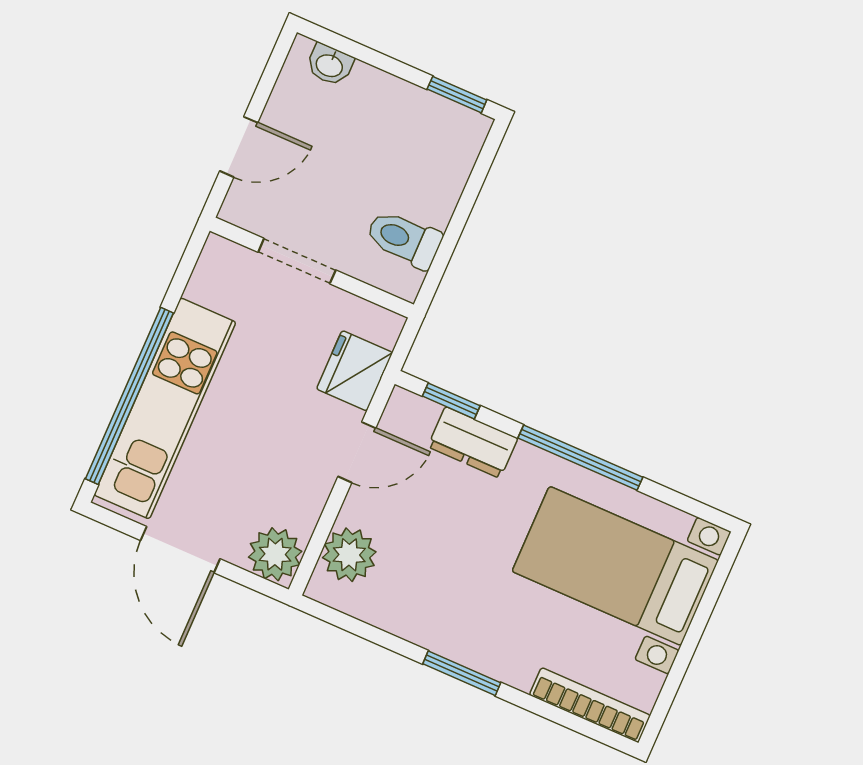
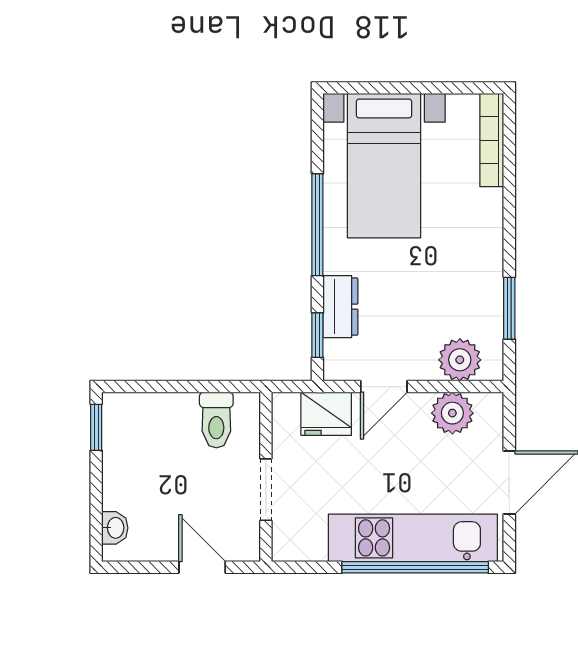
door: (357, 452) -> (384, 387), swing flipped
plant: (275, 554) -> (452, 413), moved
window: (462, 673) -> (509, 308), moved

